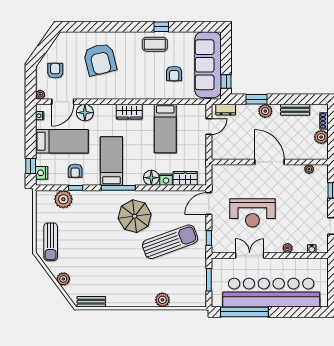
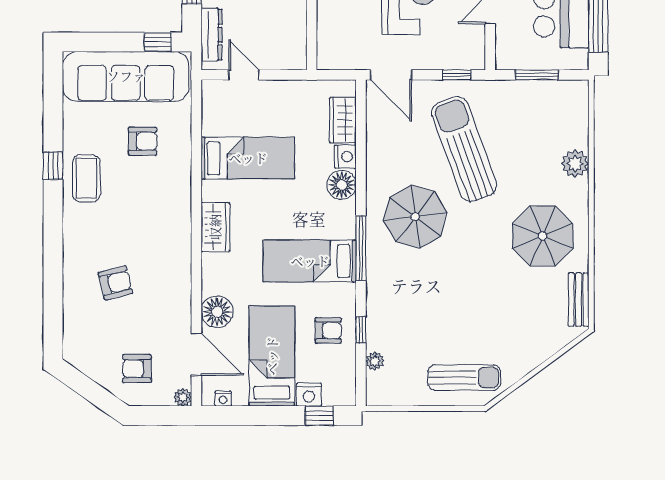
armchair: (100, 59) -> (115, 283), width x0.53, depth x0.53
dresser: (226, 110) -> (212, 35), width x1.44
nightstand: (42, 173) -> (309, 395), moved
plant: (63, 199) -> (375, 361), width x0.53, depth x0.53
plant: (63, 279) -> (535, 353), removed
parasol: (125, 283) -> (543, 236), added

